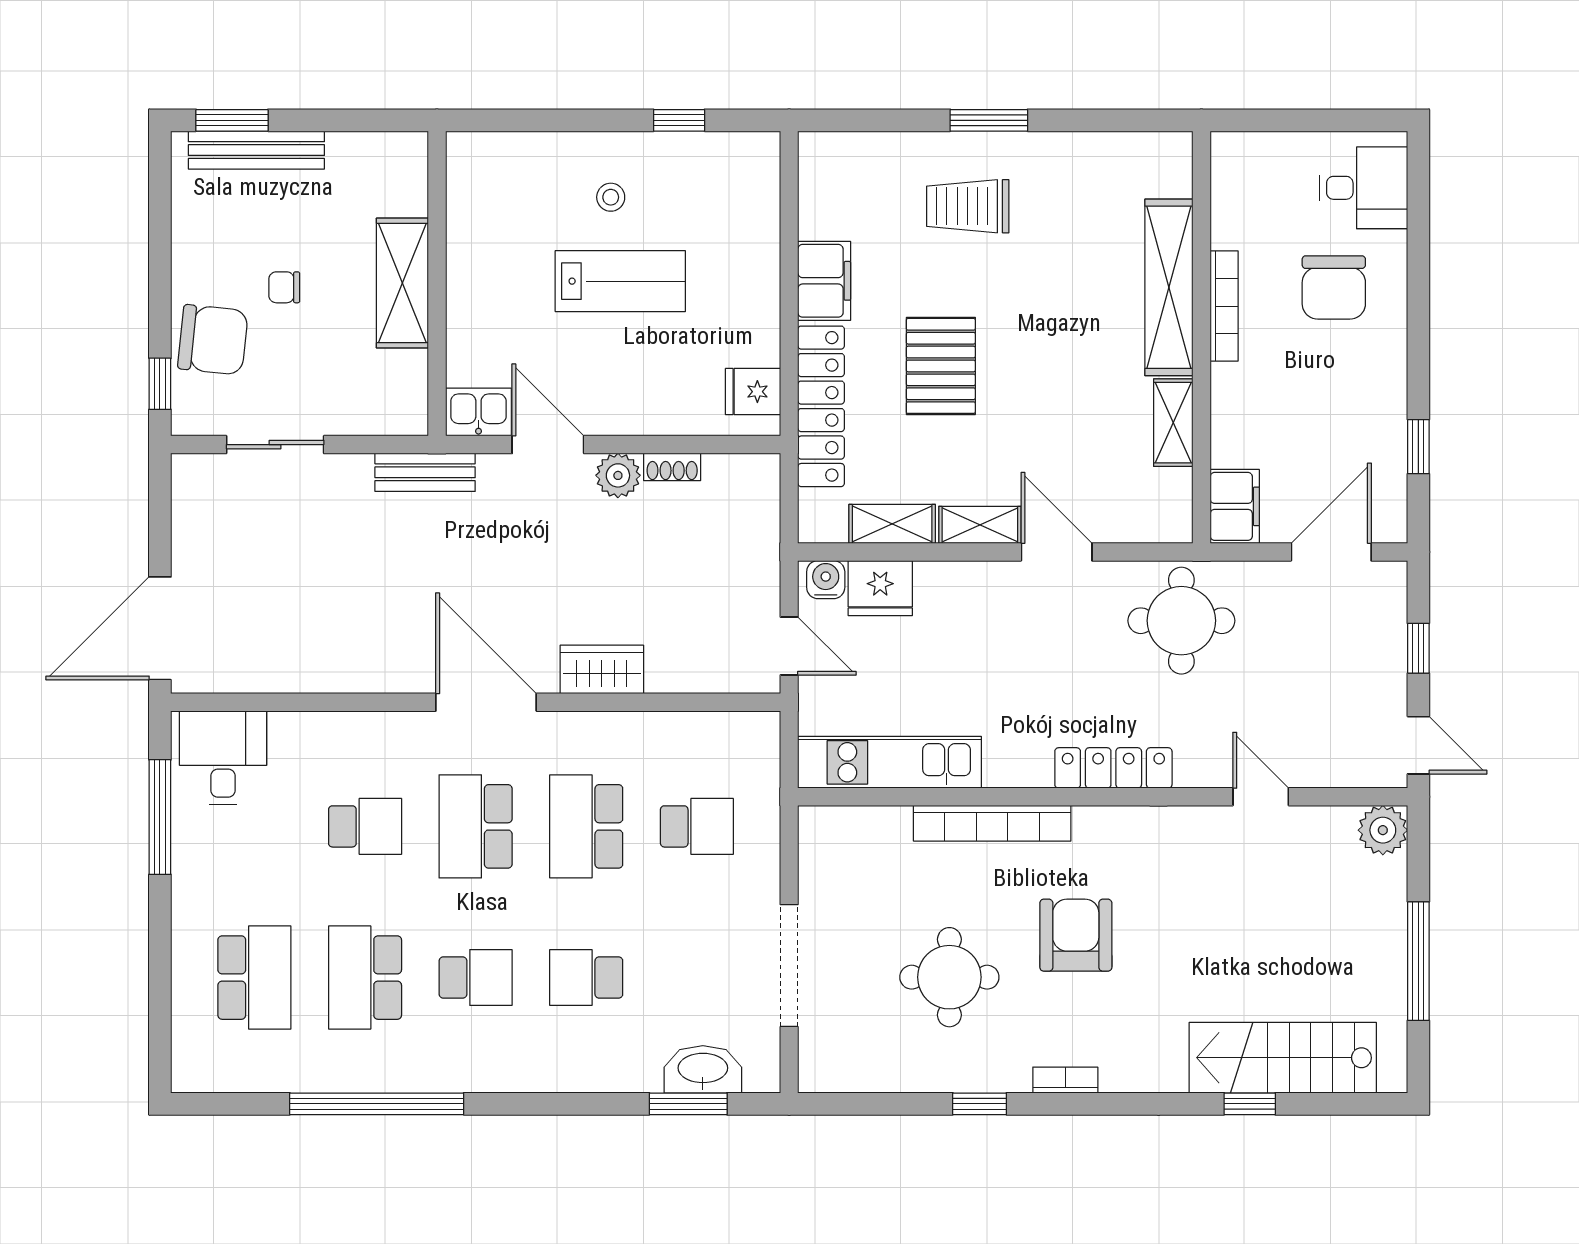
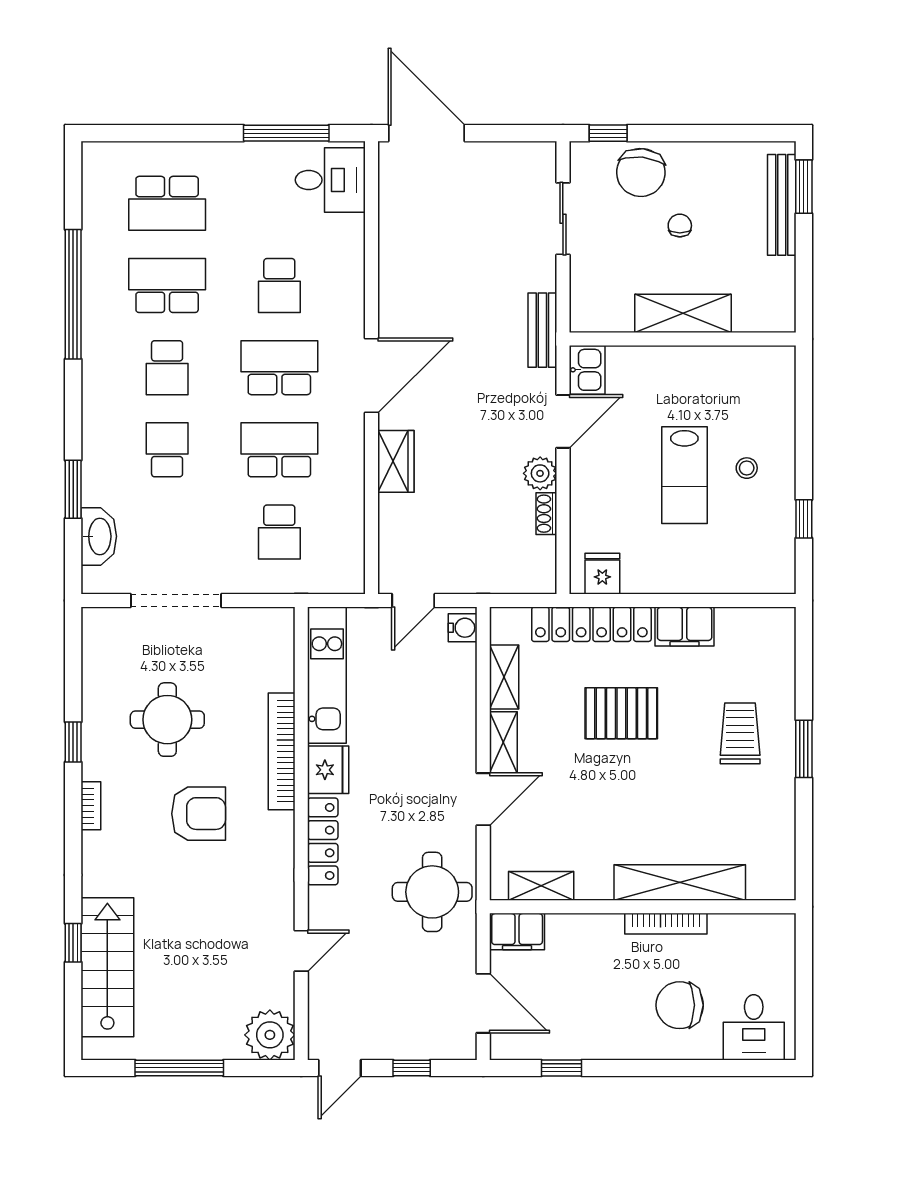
shelving: (1173, 423) -> (541, 886), moved
fridge: (880, 588) -> (328, 770), moved, turned 180
plant: (1383, 830) -> (270, 1035), width x1.36, depth x1.36
window: (688, 1104) -> (73, 489), moved

